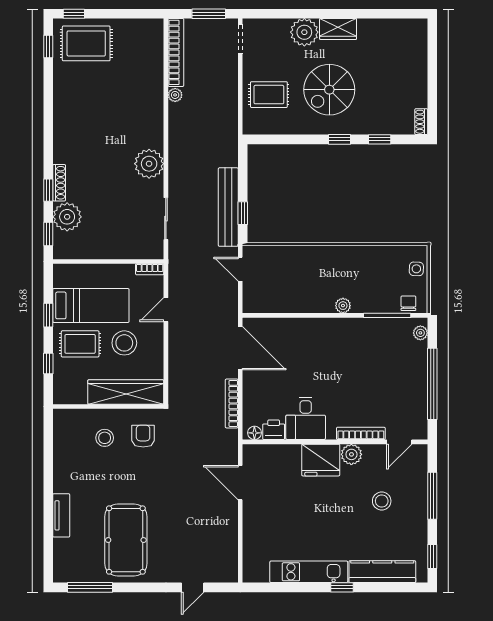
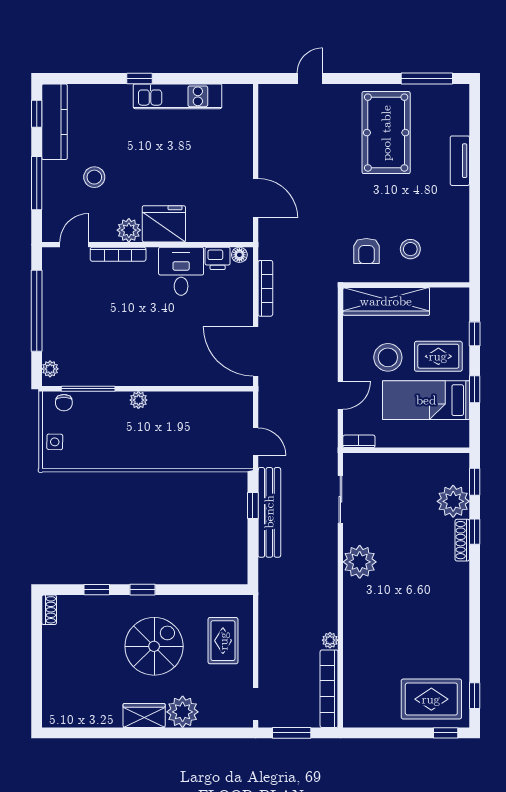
rug: (269, 95) -> (223, 641), turned 90
kitchen counter: (382, 572) -> (55, 122), moved, turned -90

